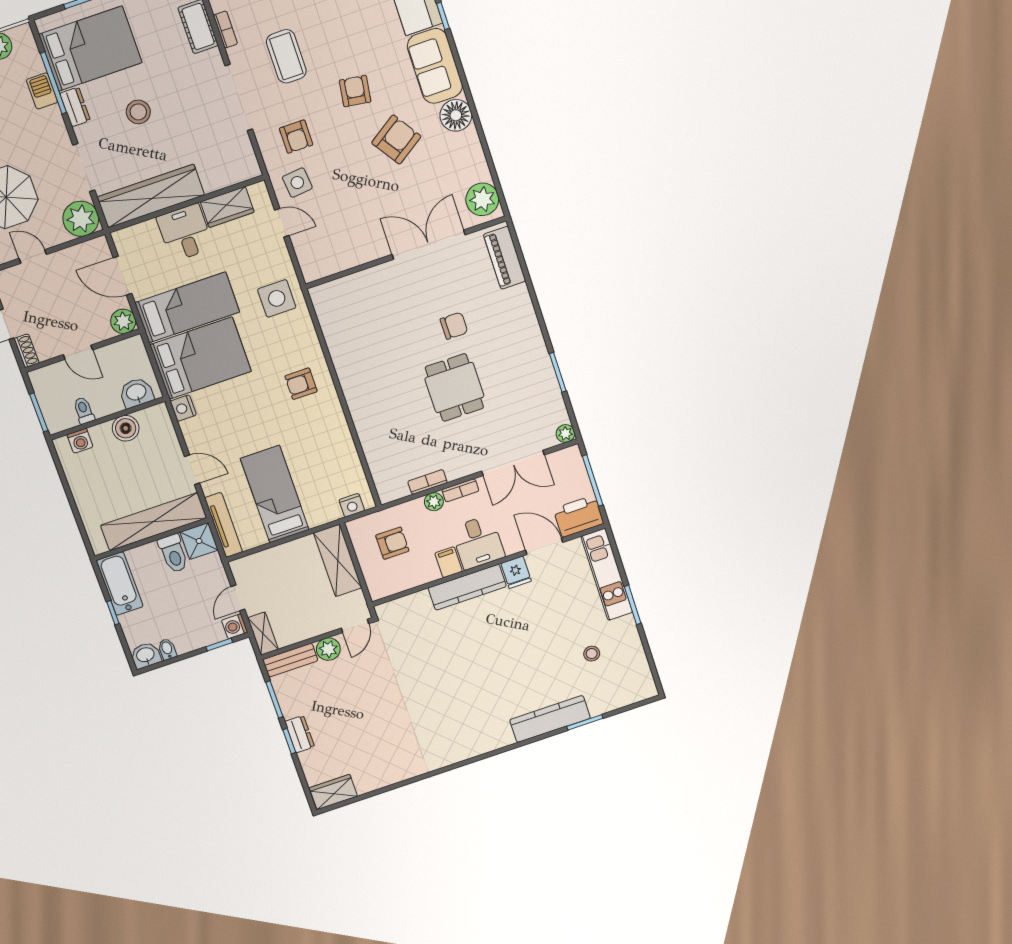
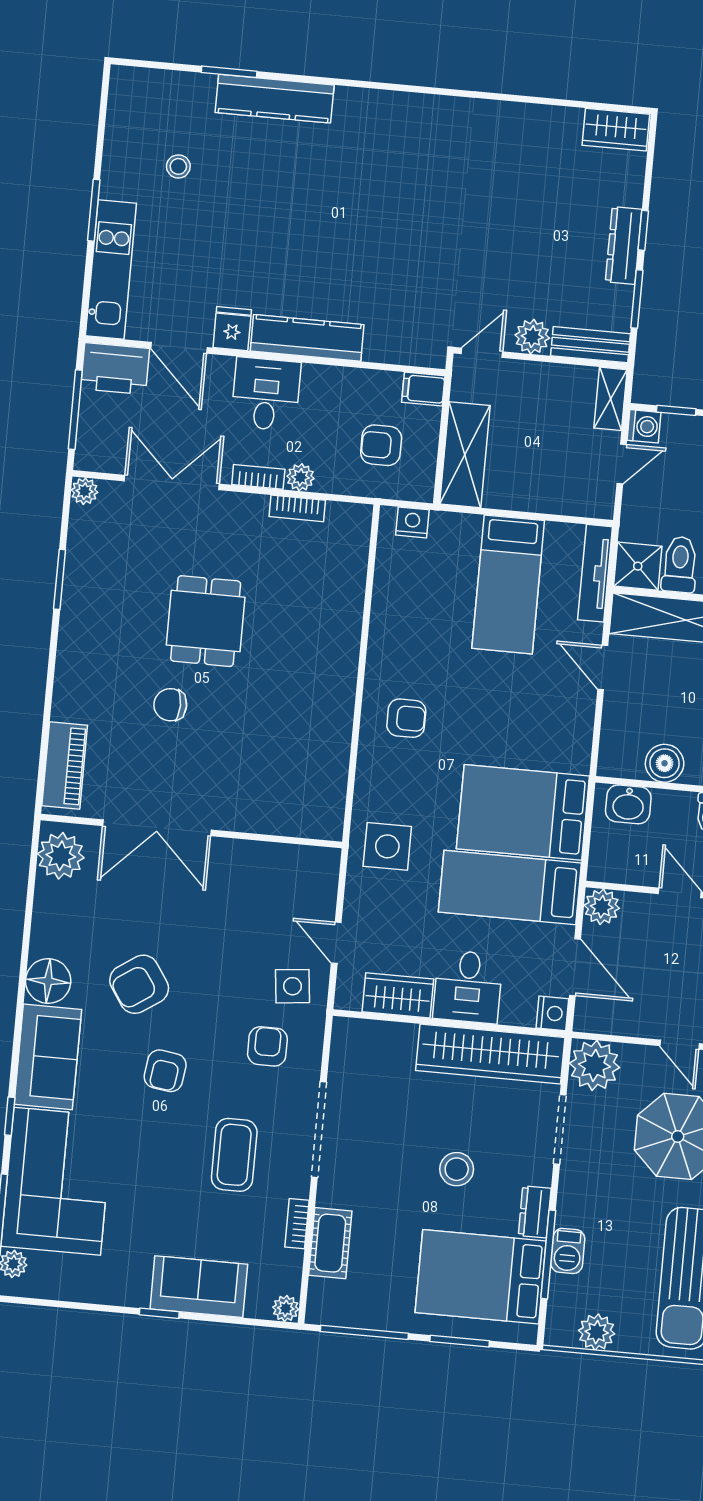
nightstand: (183, 408) -> (552, 1013), moved
filing cabinet: (449, 562) -> (423, 389), moved, turned 90
dresser: (300, 734) -> (624, 245), width x1.44

